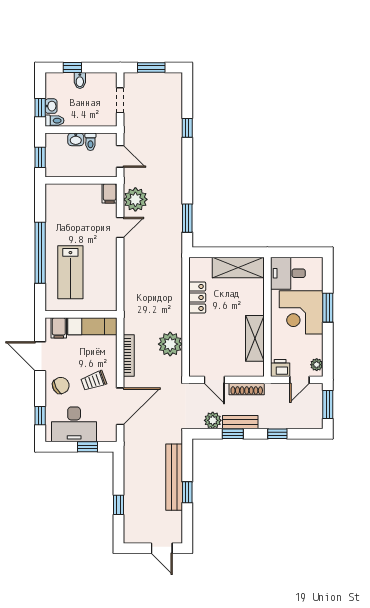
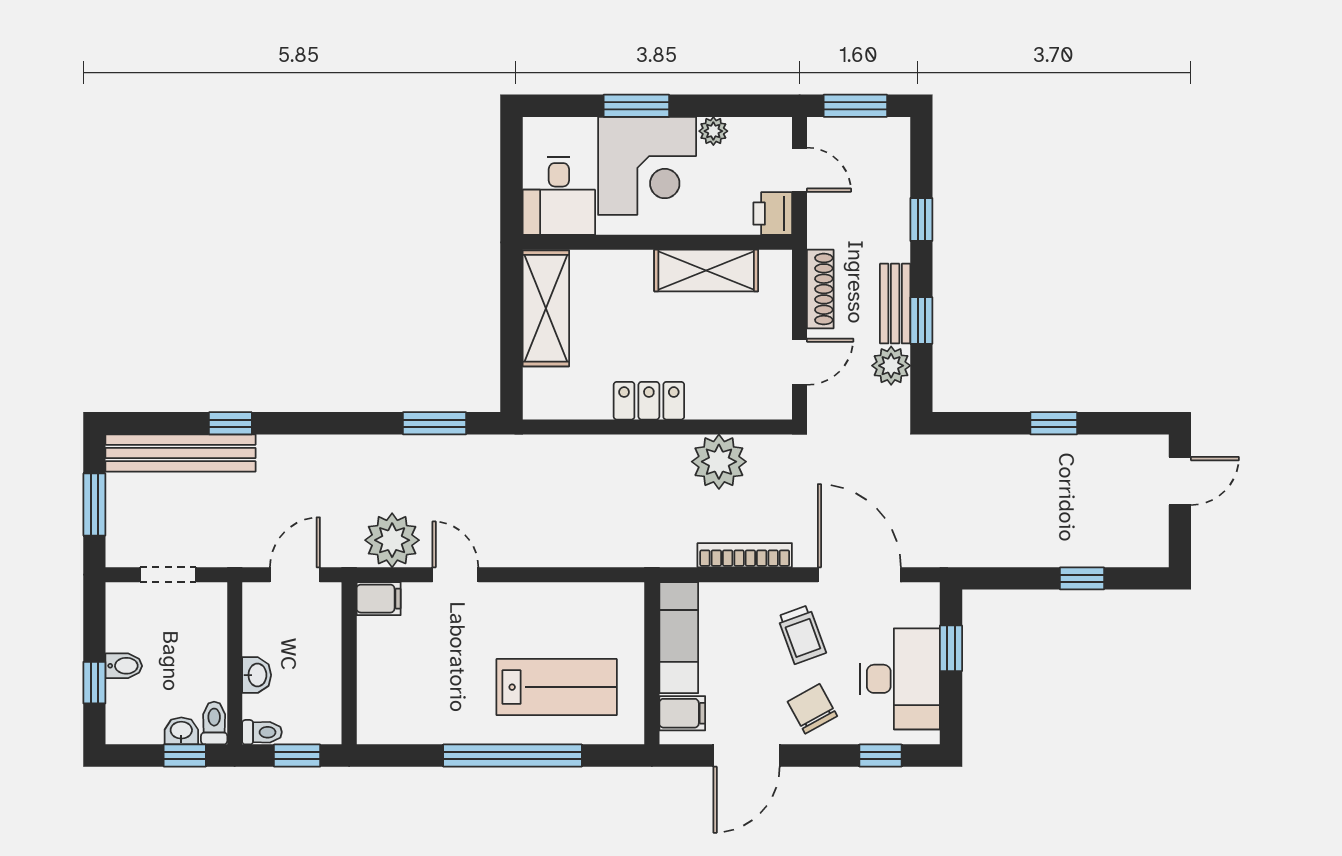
toilet: (90, 142) -> (262, 732), moved
locker: (197, 297) -> (649, 401), moved
plant: (317, 365) -> (713, 131), moved
bench: (174, 477) -> (180, 453), moved

